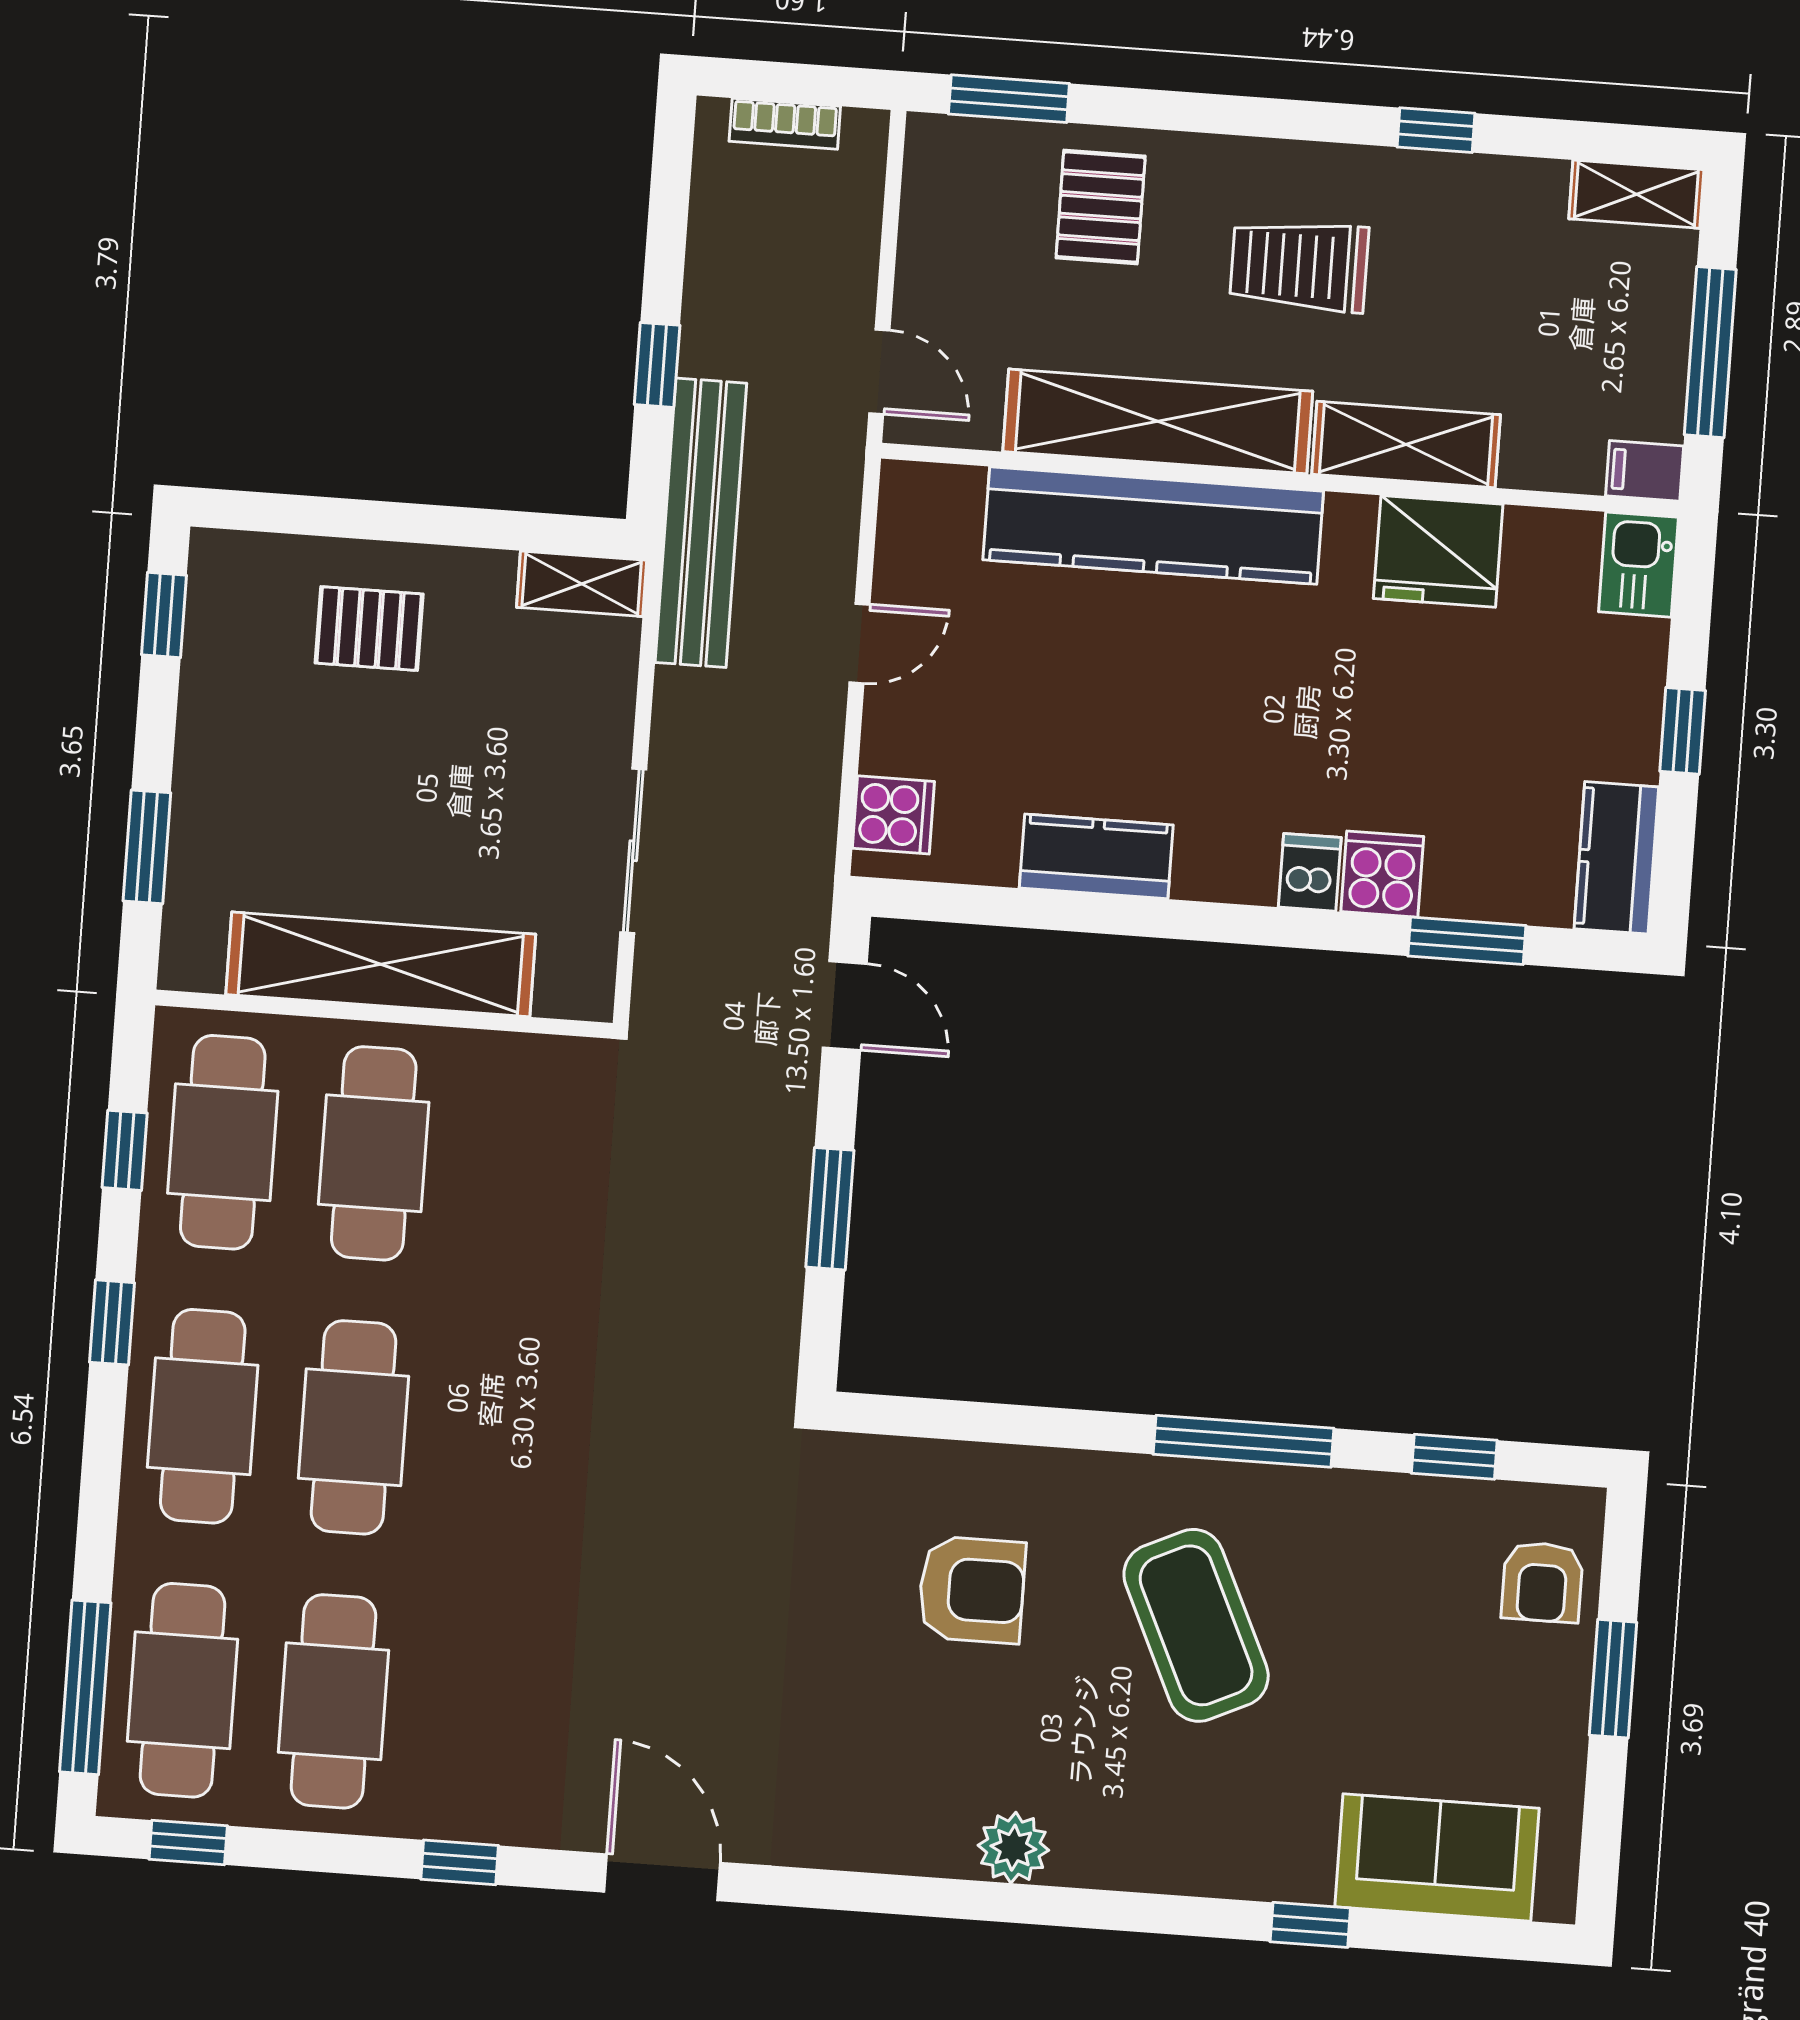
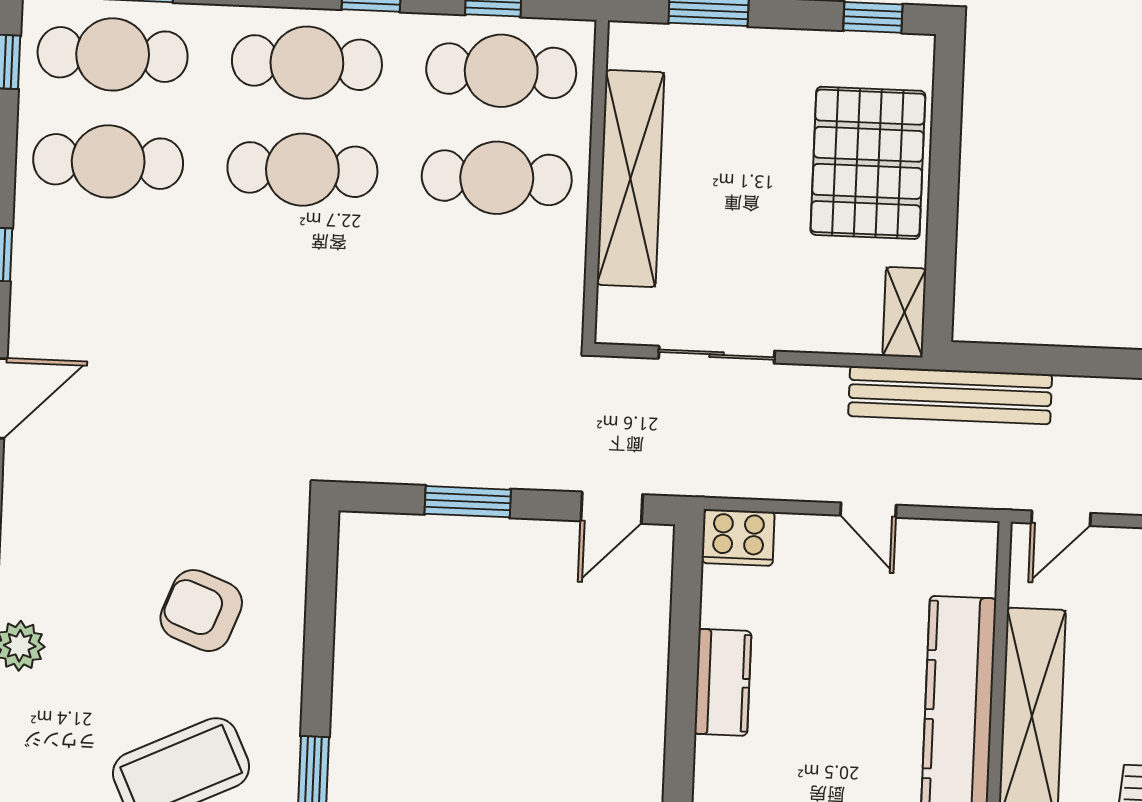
window: (657, 365) -> (1061, 361), removed
pallet: (369, 629) -> (868, 163), width x2.05, depth x2.00
cooker: (893, 815) -> (738, 538), width x1.36
armchair: (972, 1590) -> (201, 611), turned 111

